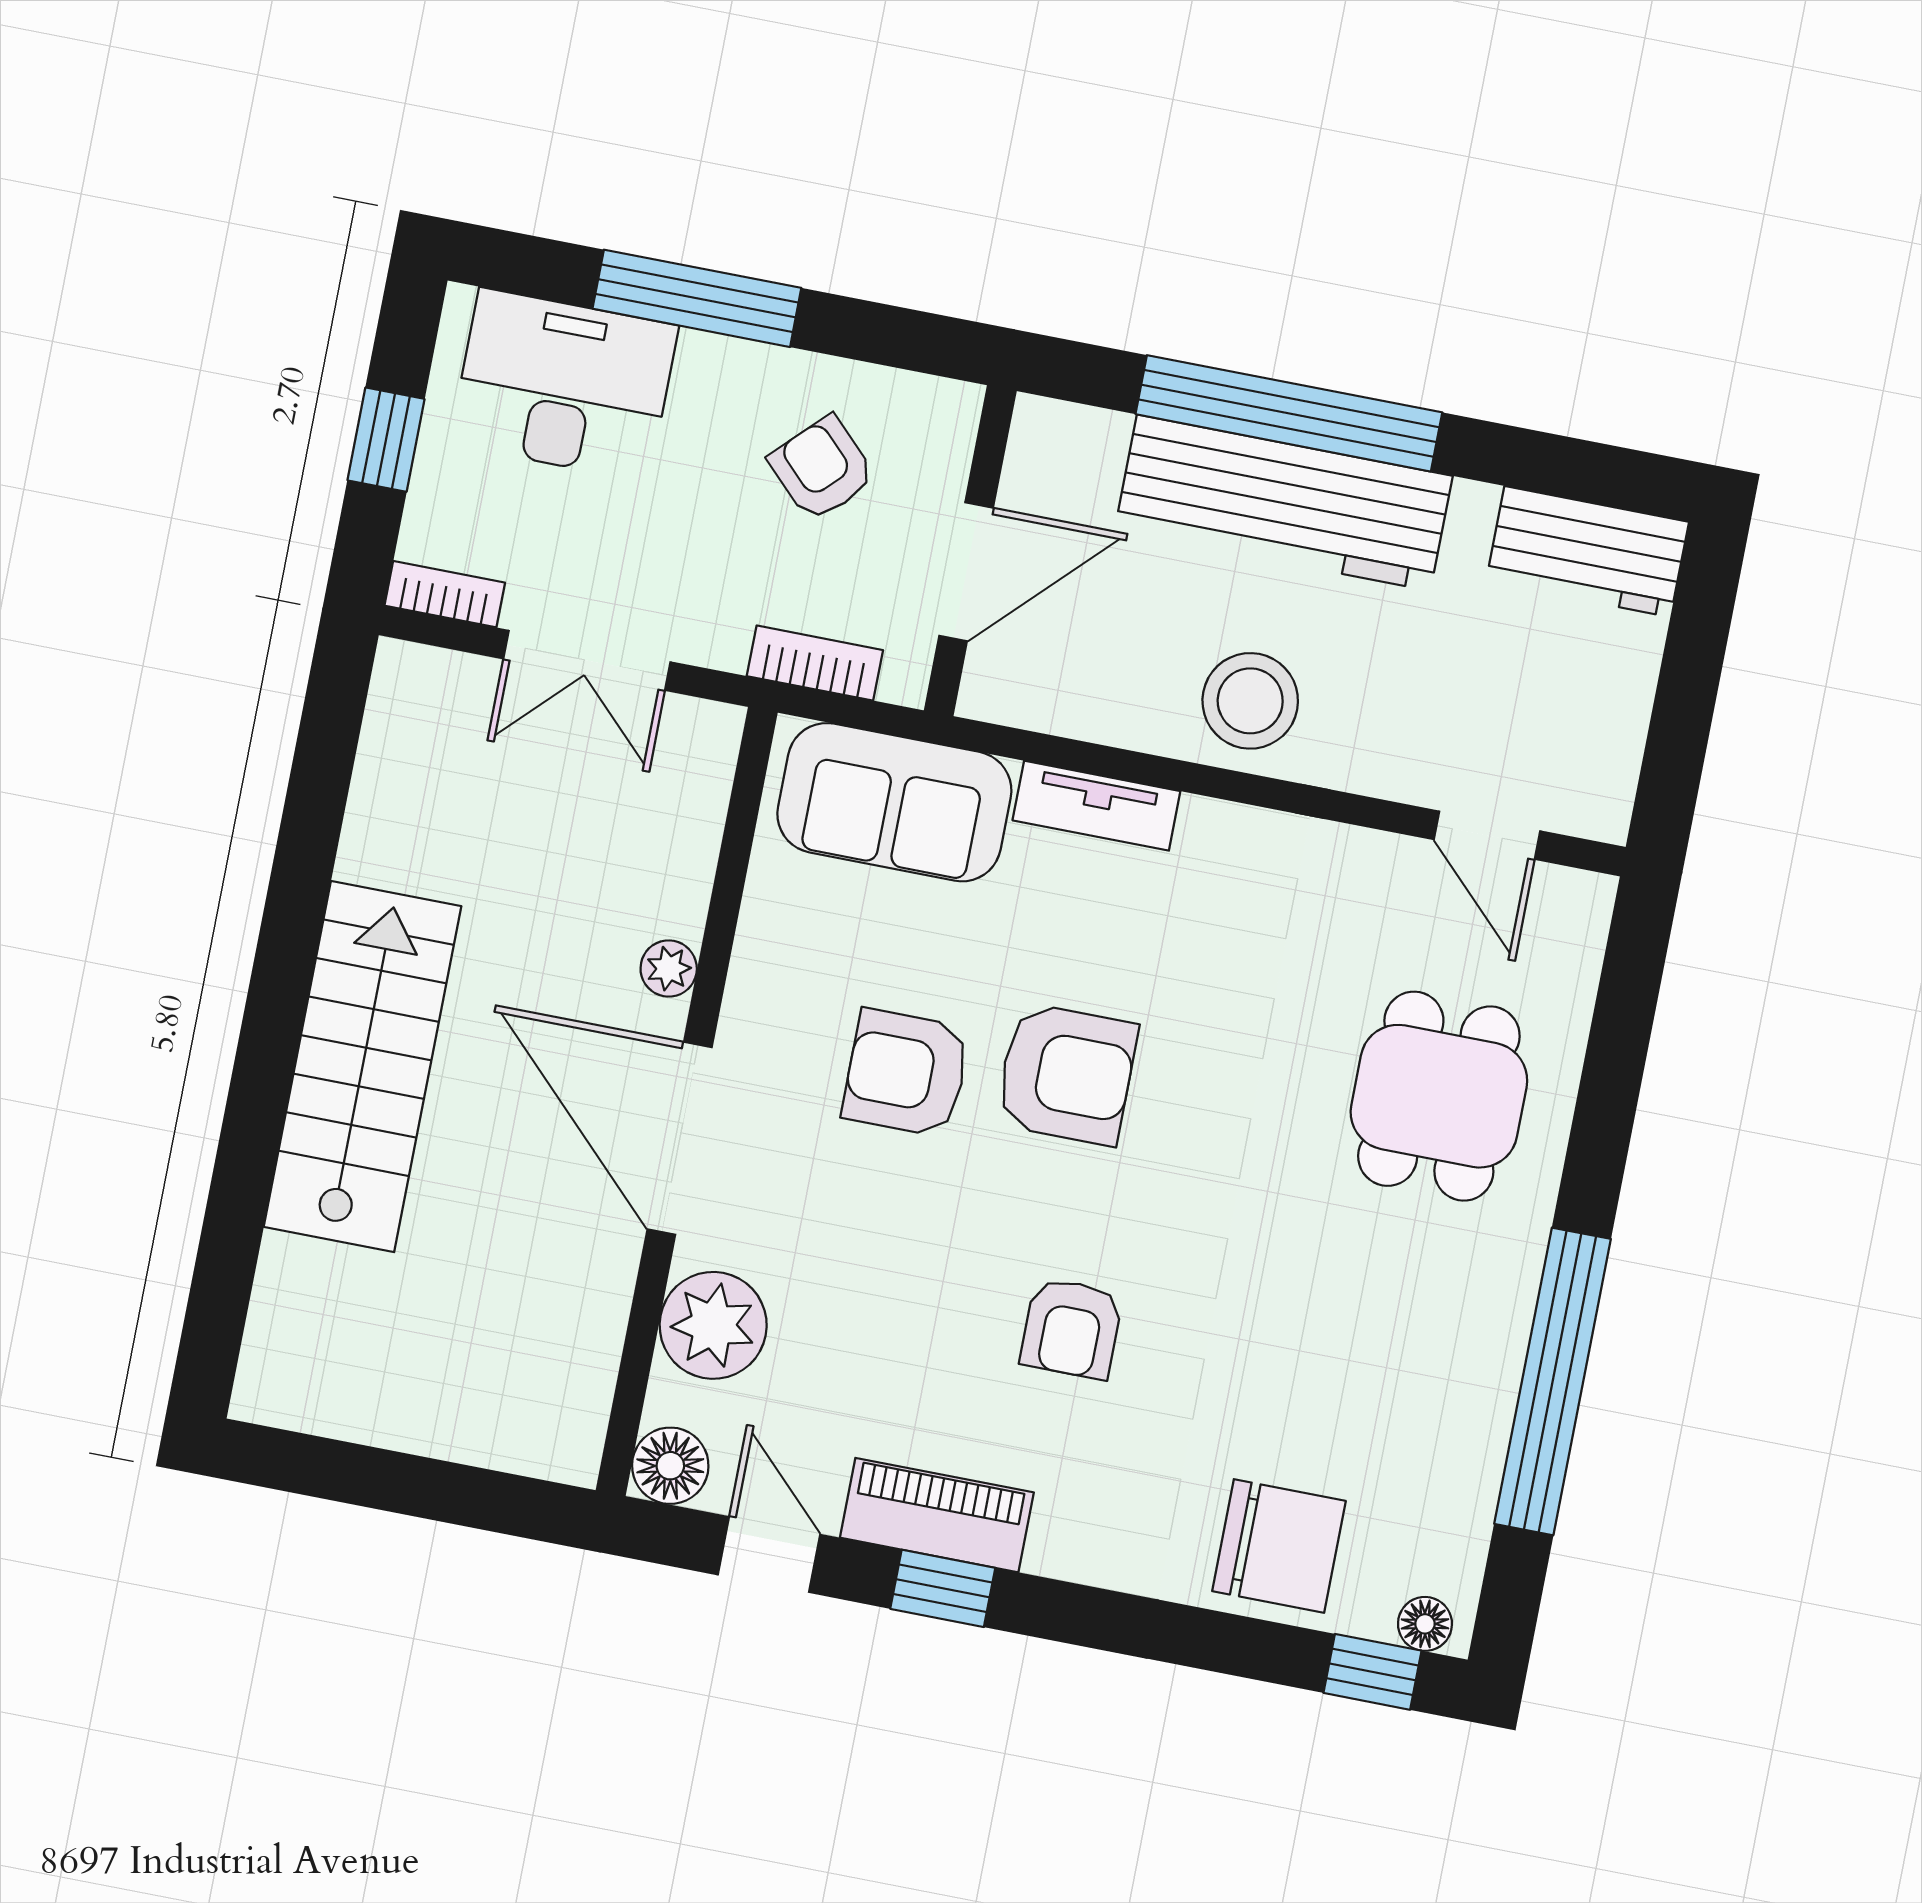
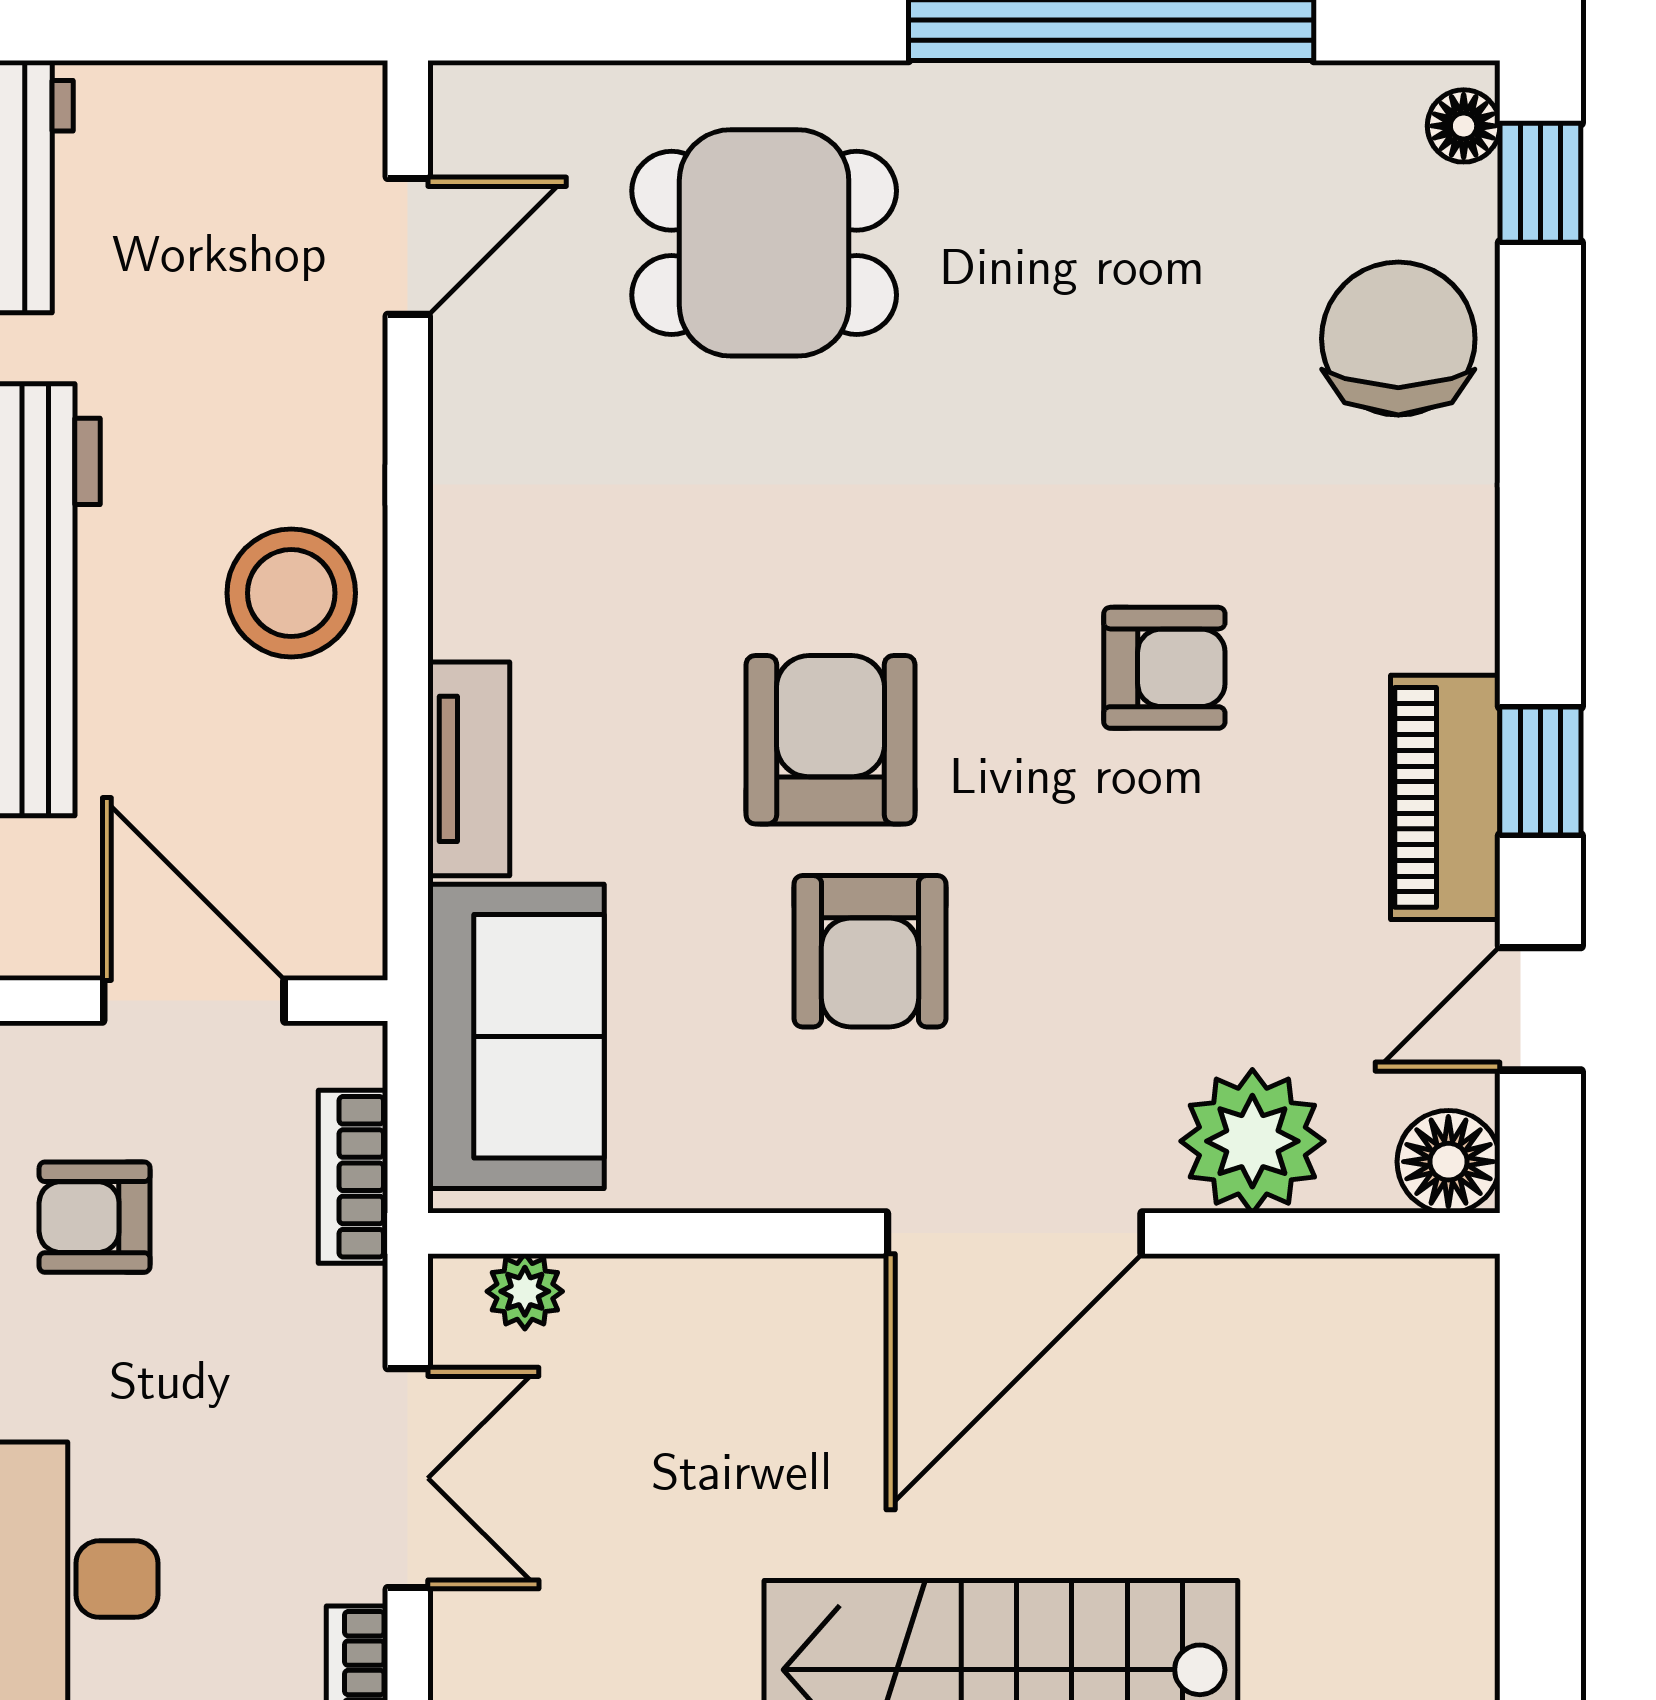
armchair: (822, 469) -> (95, 1217), turned 45
plant: (669, 969) -> (525, 1291), moved

